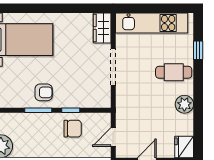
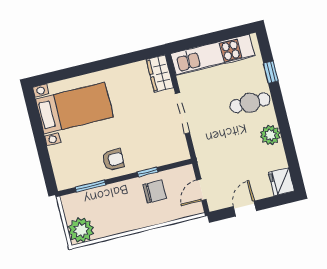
window: (38, 110) -> (91, 186), moved

